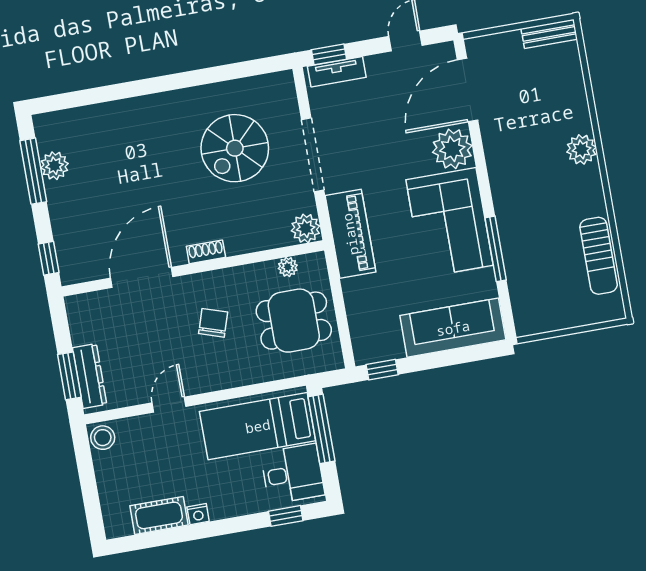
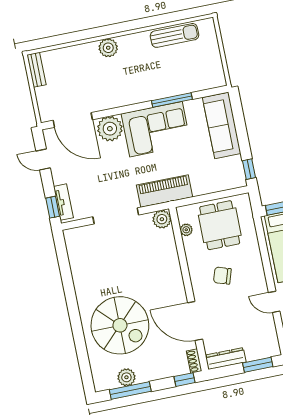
spiral stairs: (235, 148) -> (120, 325), moved, width x1.37, depth x1.37
shoe rack: (206, 252) -> (194, 361), moved
dresser: (90, 376) -> (226, 359), moved

